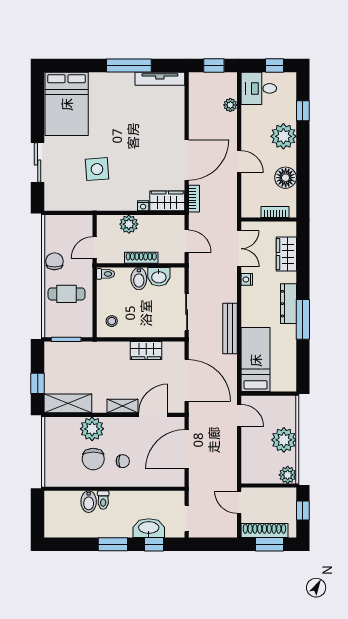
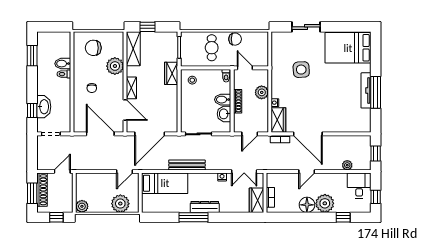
tv unit: (160, 79) -> (366, 90), moved
floor lamp: (286, 178) -> (307, 205), moved
wardrobe: (286, 254) -> (257, 200), moved, turned -90
wardrobe: (146, 350) -> (171, 73), moved
plant: (284, 440) -> (120, 204), moved
chair: (93, 459) -> (93, 48), moved
window: (113, 544) -> (32, 56), moved

